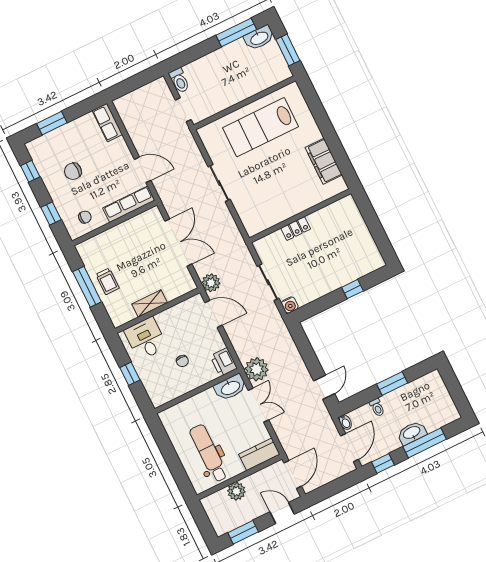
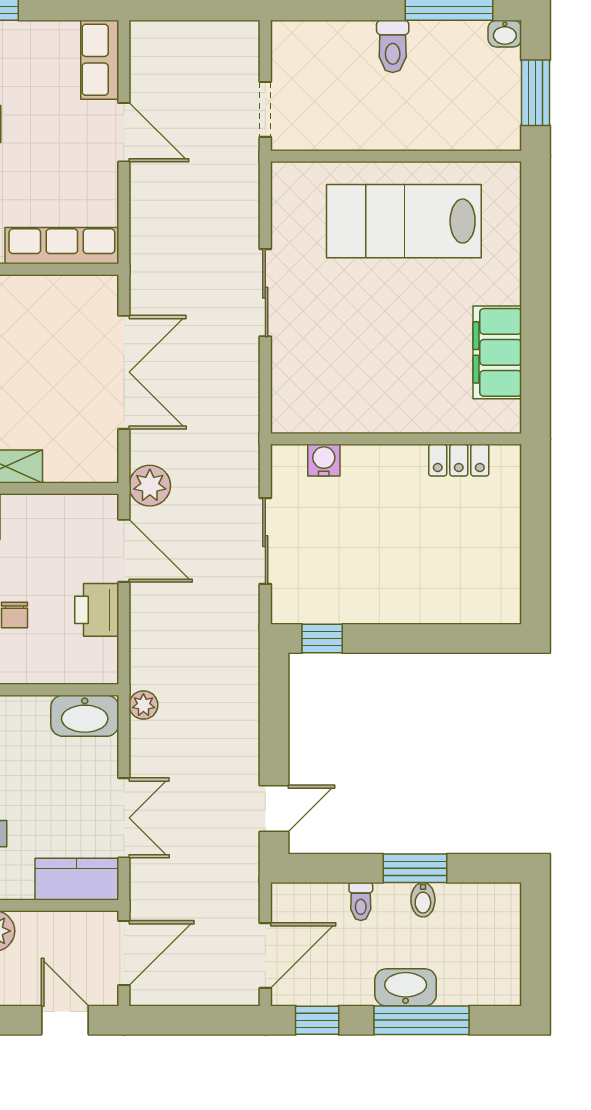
washbasin: (259, 38) -> (505, 34), width x0.52, depth x0.69
toilet: (179, 80) -> (393, 46), moved
door: (143, 170) -> (124, 132), moved
locker: (296, 228) -> (459, 460), moved
window: (352, 289) -> (322, 639), moved
water cooler: (290, 305) -> (324, 460), moved, turned 180
printer: (224, 362) -> (97, 610), moved
plant: (257, 369) -> (143, 705), width x0.53, depth x0.53
double door: (258, 405) -> (124, 818), moved
bidet: (345, 422) -> (423, 900), moved

